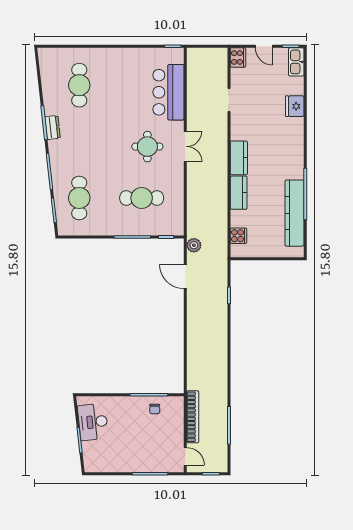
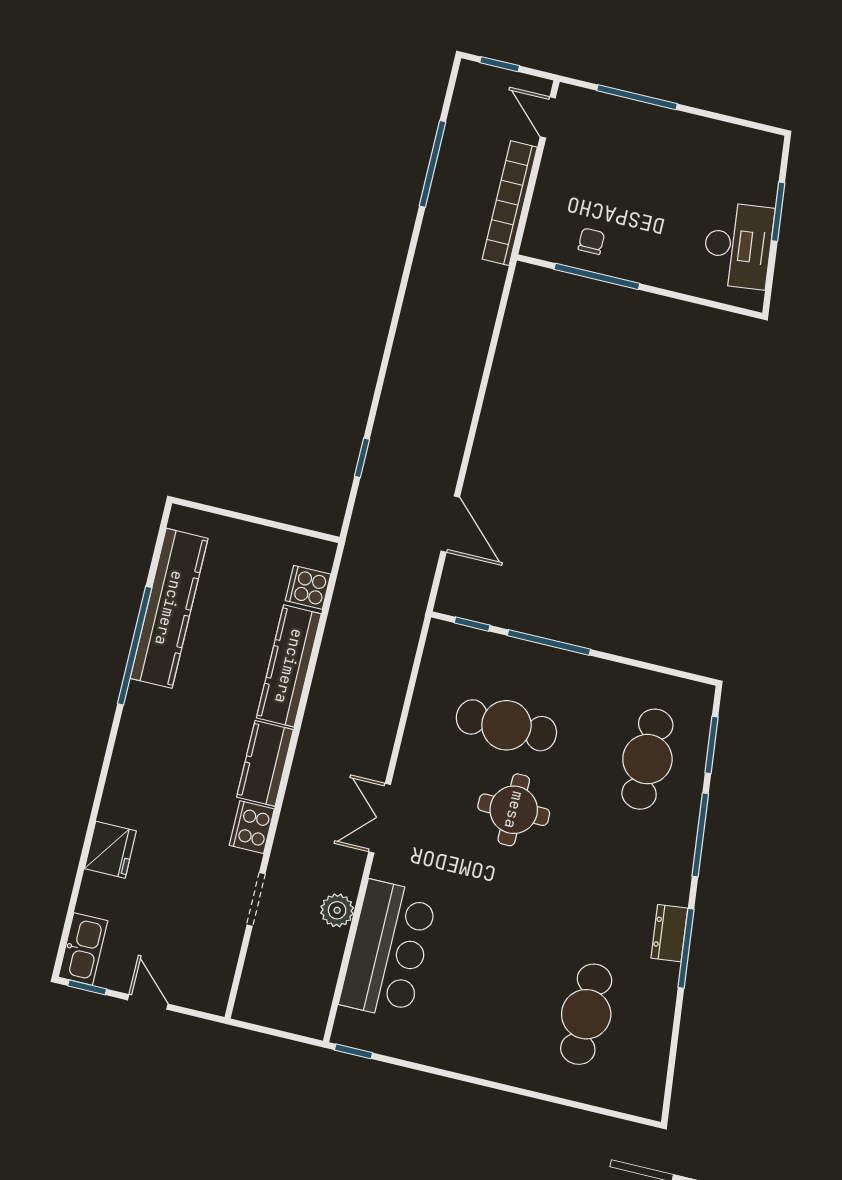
cooker: (238, 58) -> (252, 827), moved
round table: (147, 147) -> (514, 810), moved
kitchen counter: (239, 193) -> (289, 666), width x1.50
plant: (194, 245) -> (337, 910), moved

